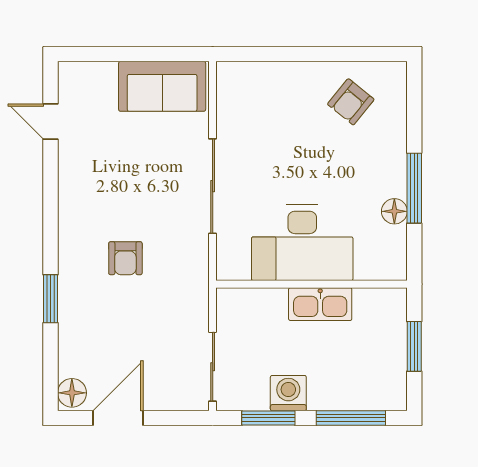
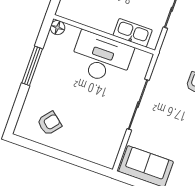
floor lamp: (394, 211) -> (58, 28), moved
kitchen sink: (320, 304) -> (133, 33), moved

